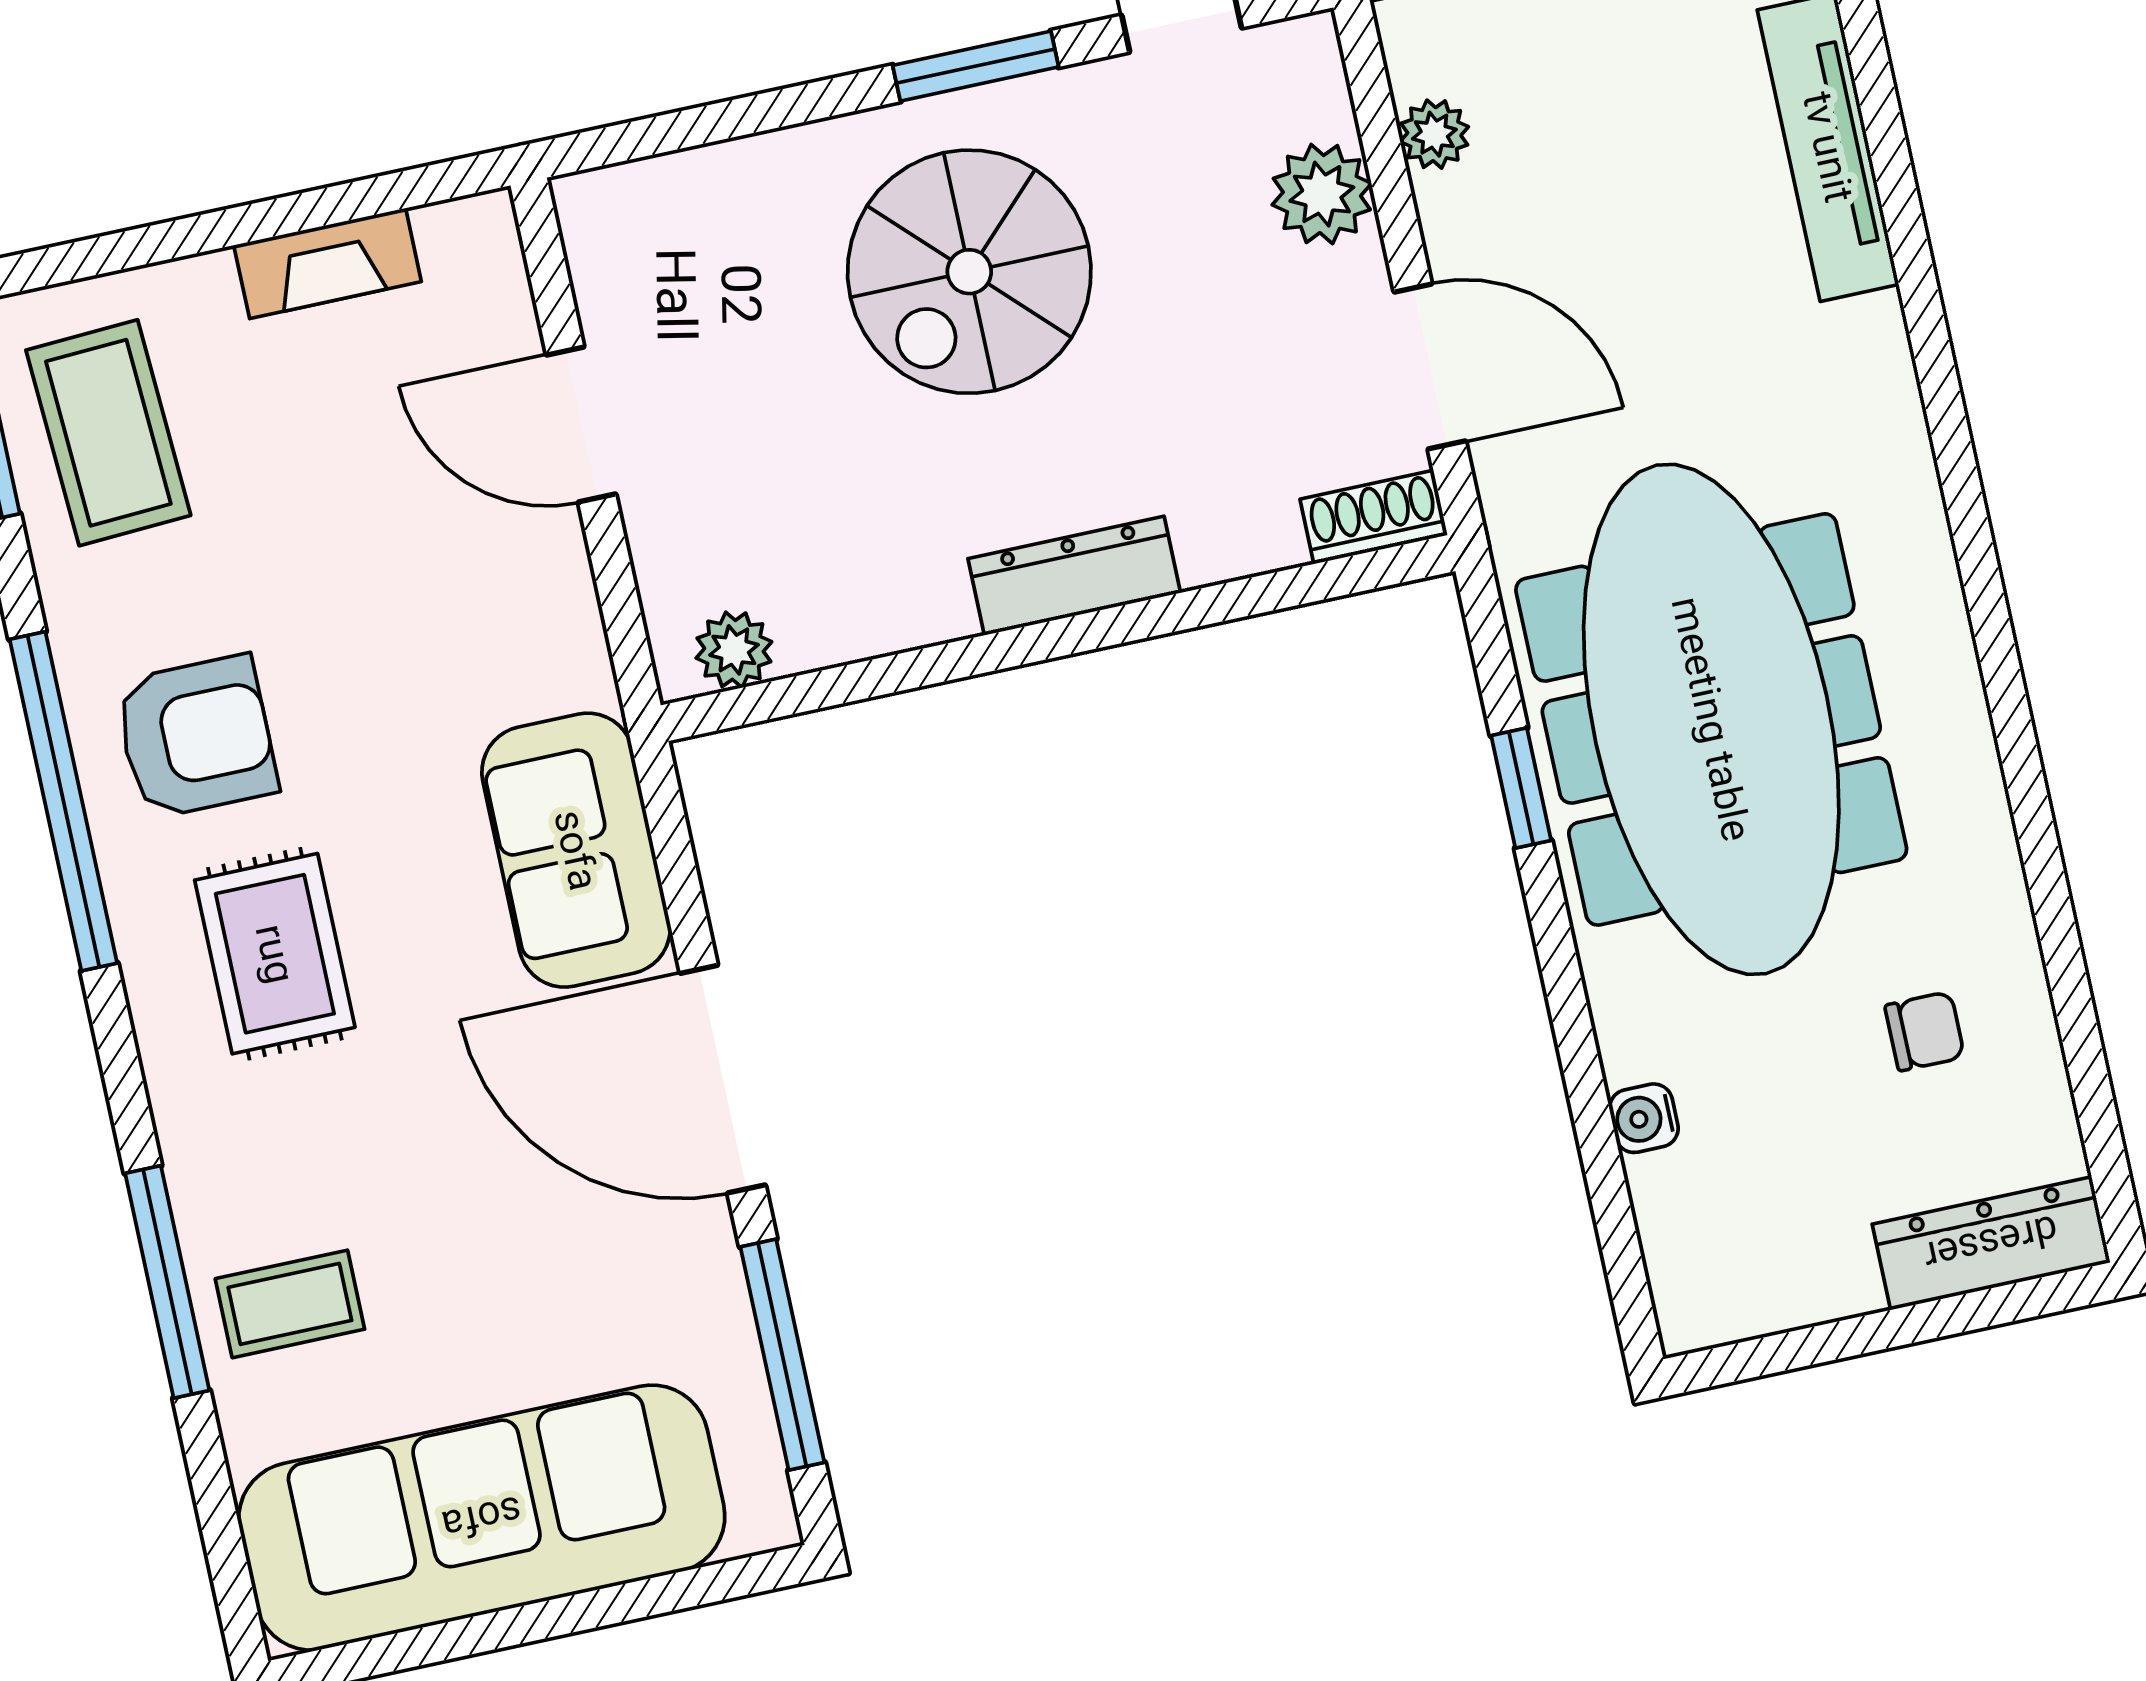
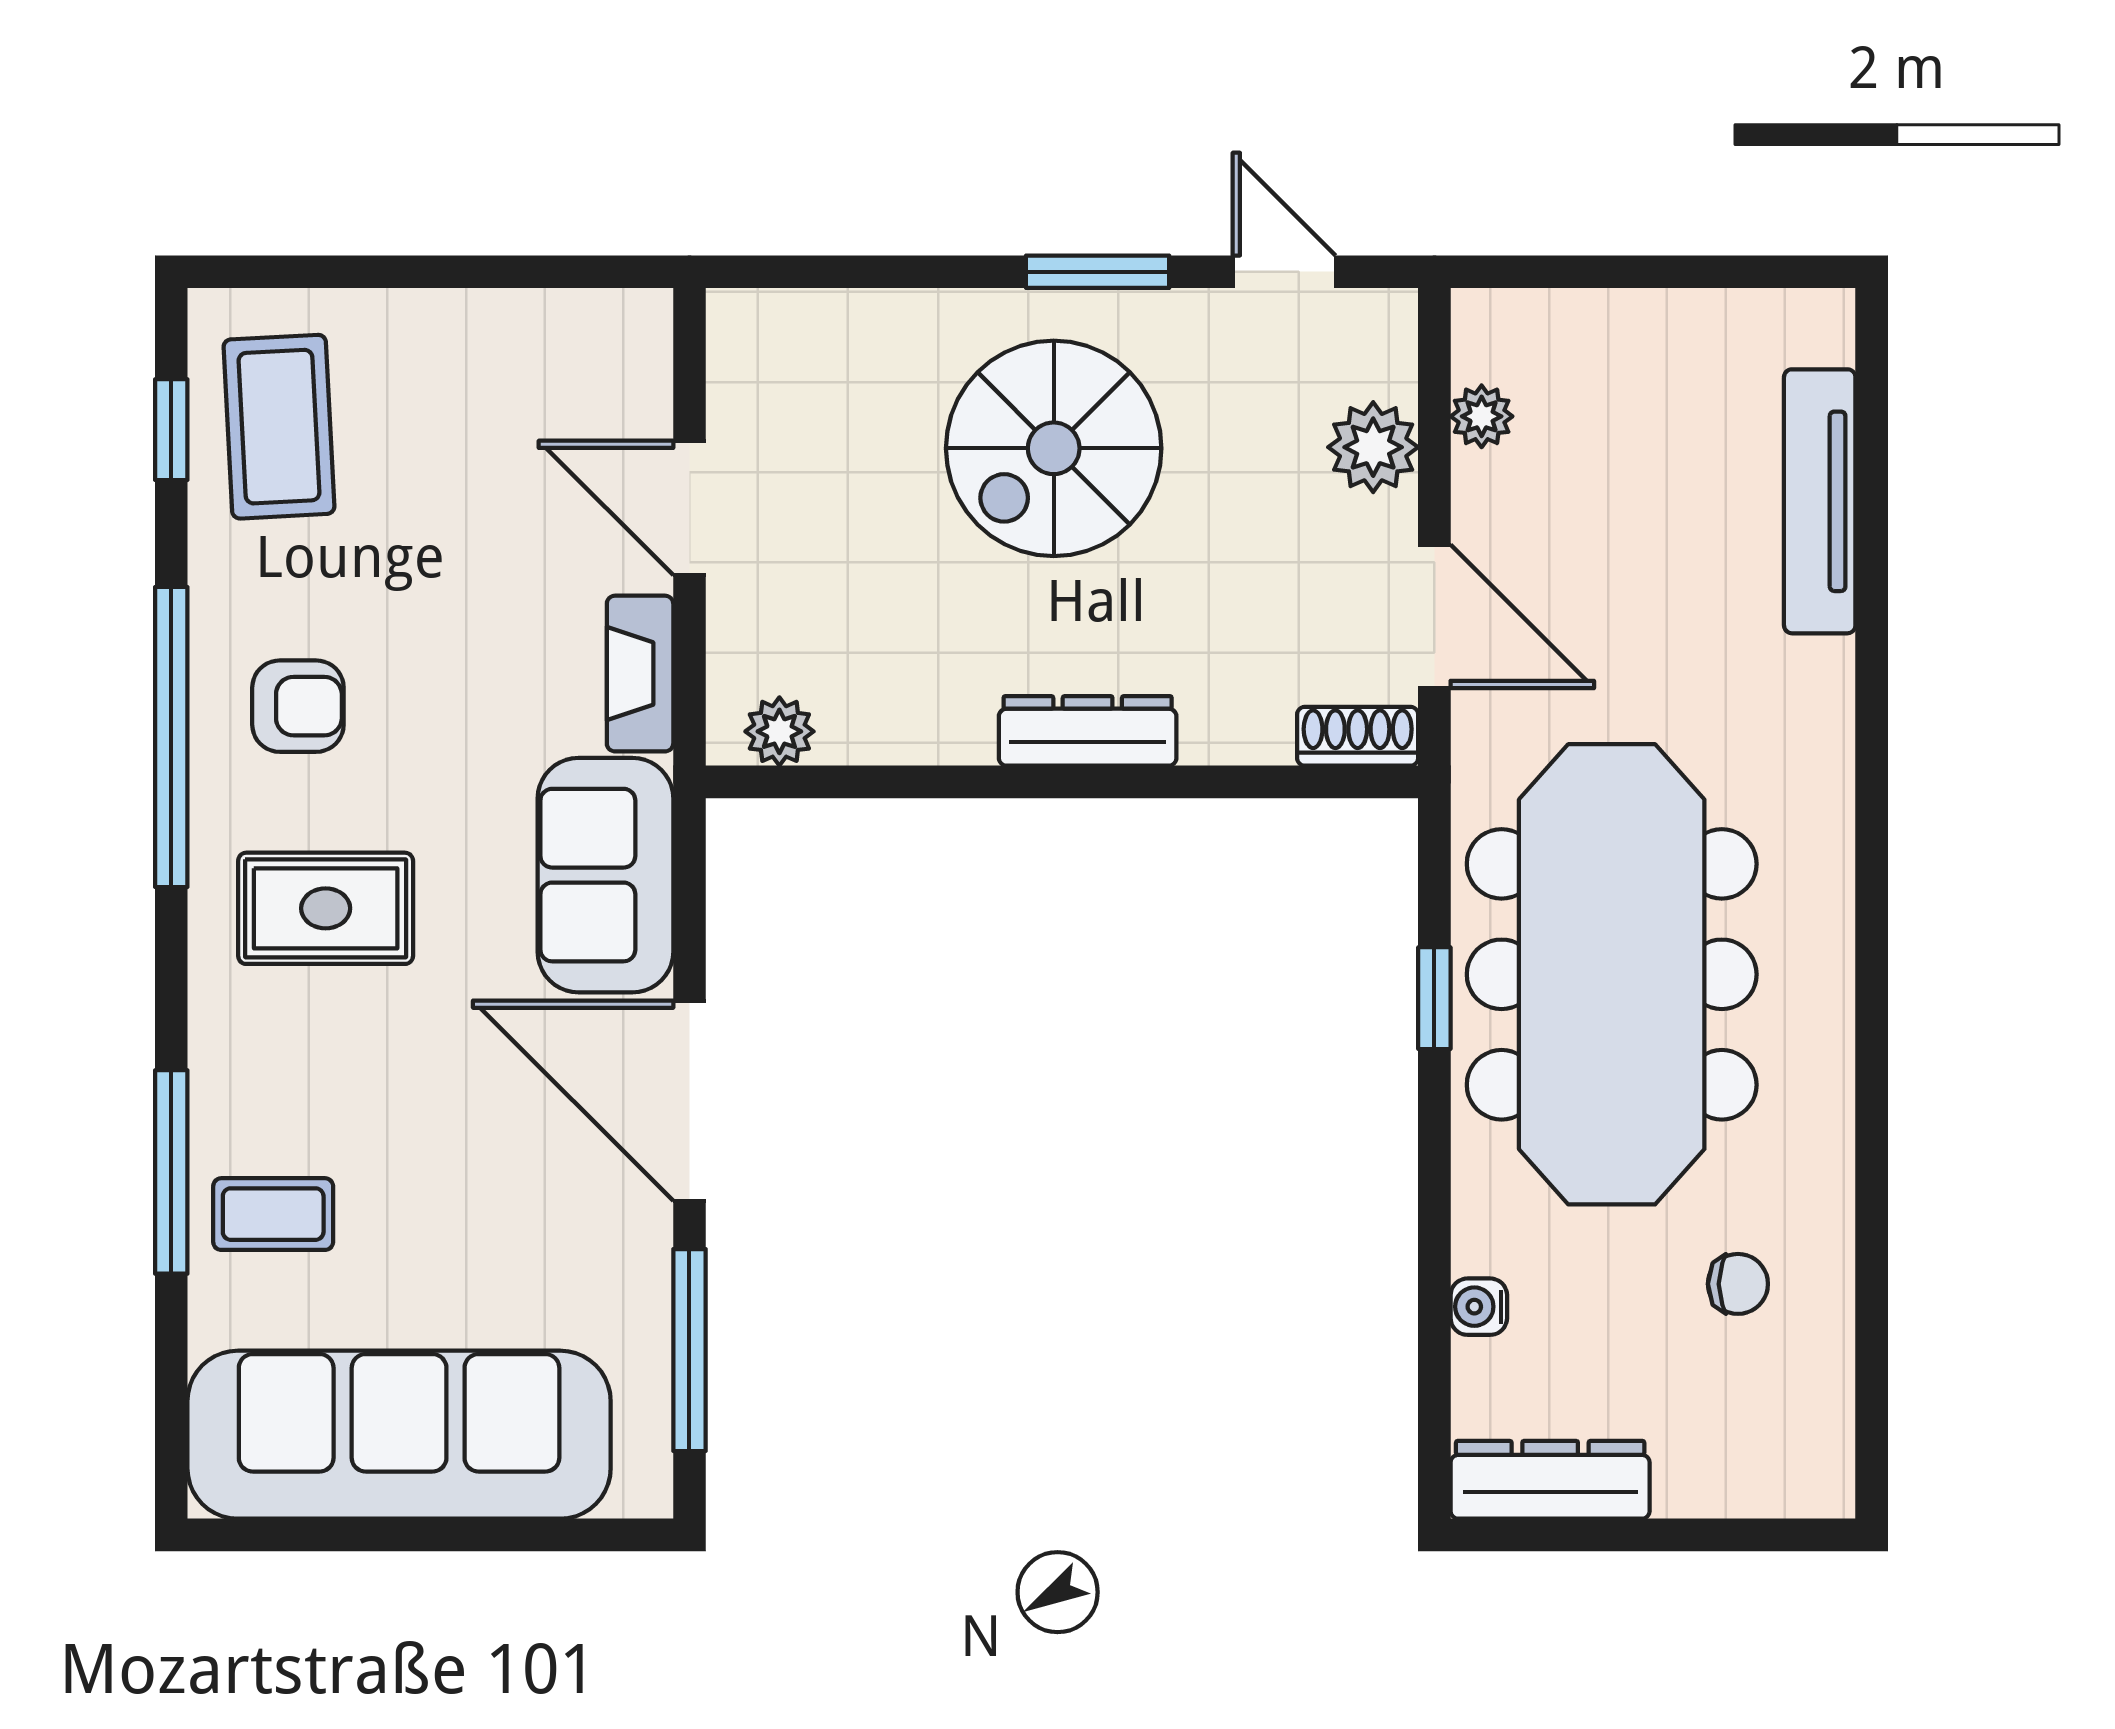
fireplace: (328, 263) -> (640, 674), moved, turned 90
armchair: (196, 737) -> (298, 706), width x0.72, depth x0.72
rug: (275, 954) -> (326, 908), turned 90
dresser: (1991, 1243) -> (1550, 1480), moved

